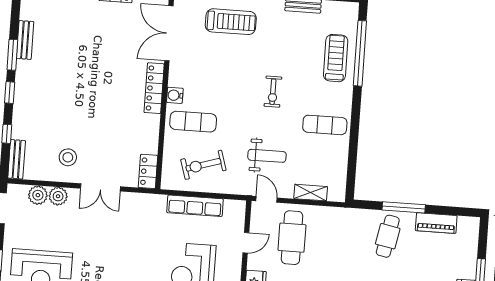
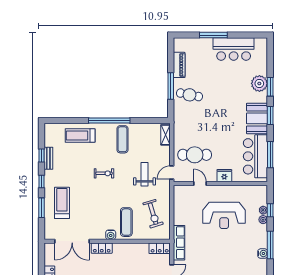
window: (360, 53) -> (109, 120), moved
locker: (154, 88) -> (102, 248), width x0.66
shelving: (311, 193) -> (166, 135), moved
row of seats: (195, 206) -> (179, 243), moved

